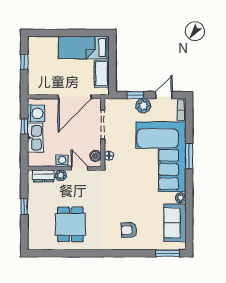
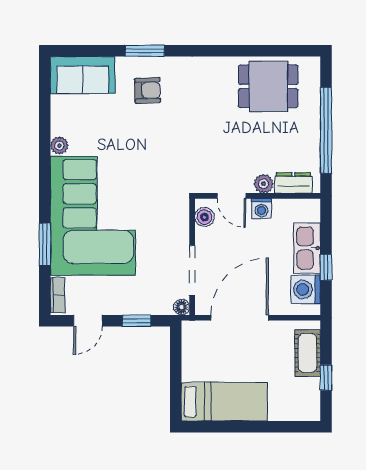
cot: (102, 74) -> (308, 353), moved
plant: (143, 106) -> (123, 303), removed
floor lamp: (109, 156) -> (181, 307), moved
window: (189, 156) -> (45, 244), moved
window: (24, 207) -> (326, 130), width x3.17
sofa: (175, 223) -> (83, 75), moved, turned 90
dining table: (70, 224) -> (268, 86), moved, turned 90
window: (168, 253) -> (145, 51), moved

